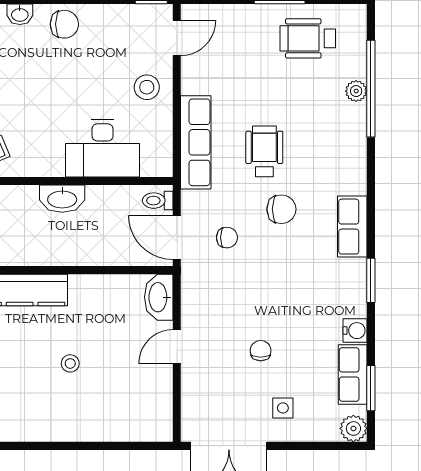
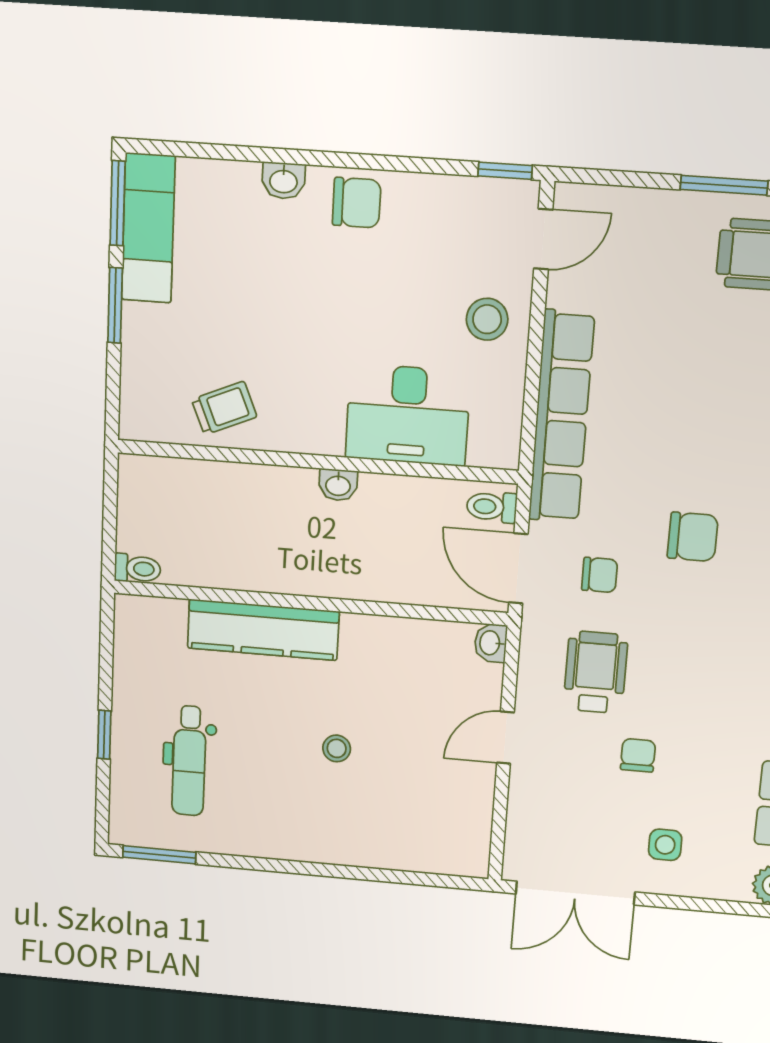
row of seats: (196, 142) -> (561, 417), width x1.36
wheelchair: (264, 151) -> (596, 672), moved
washbasin: (62, 199) -> (338, 485), width x0.52, depth x0.69
washbasin: (159, 297) -> (491, 643), width x0.52, depth x0.69

